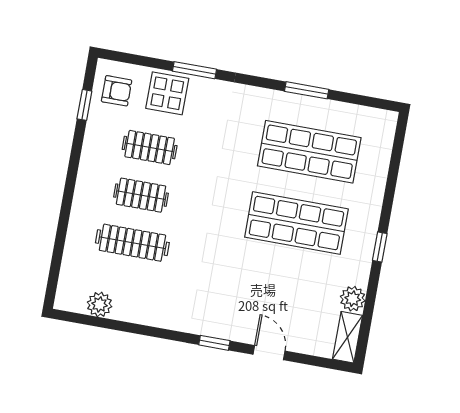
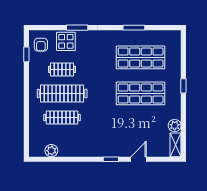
armchair: (117, 91) -> (41, 45), turned 90
clothes rail: (141, 195) -> (62, 93), width x1.86, depth x1.31
window: (380, 247) -> (183, 86), moved
door: (269, 353) -> (139, 159), hinge flipped

